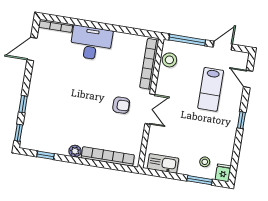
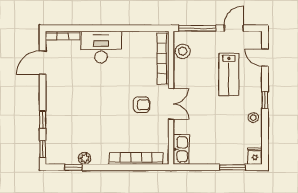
plant: (75, 151) -> (85, 158), moved
stool: (205, 162) -> (253, 118), moved
kitchen sink: (163, 163) -> (181, 149), moved, turned 90

